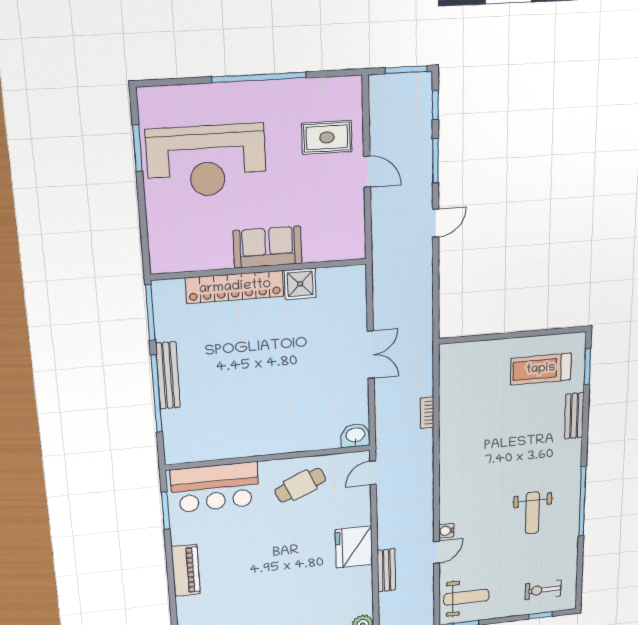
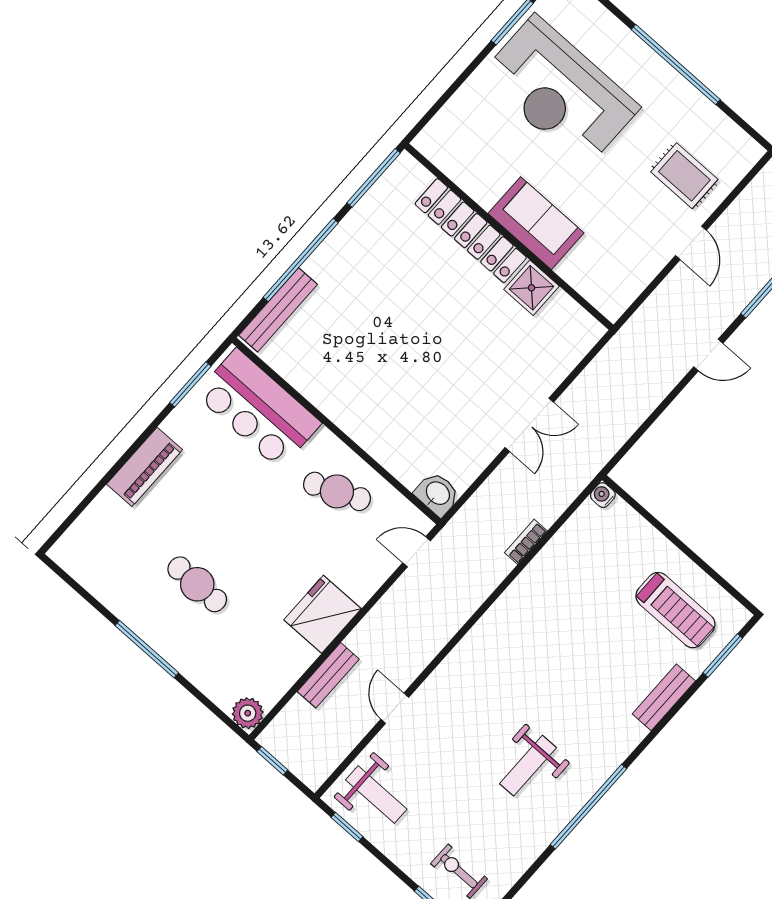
treadmill: (541, 369) -> (675, 610), turned 180
bench: (168, 375) -> (278, 310), moved
water cooler: (446, 531) -> (603, 495), moved
door: (437, 552) -> (395, 708), swing flipped
cafe table: (274, 595) -> (197, 584), added

